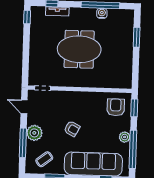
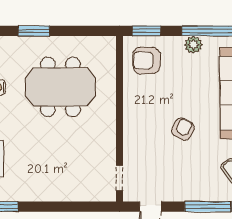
meeting table: (79, 49) -> (60, 87), moved, turned 90
plant: (34, 133) -> (192, 189), removed

